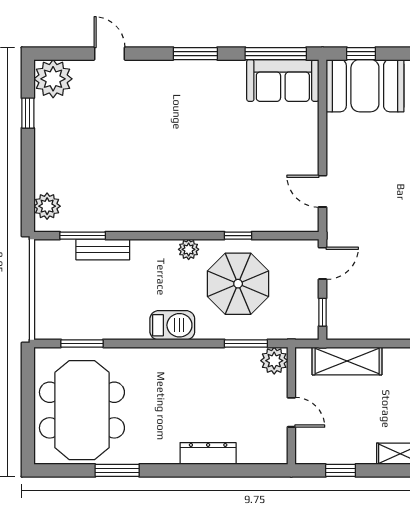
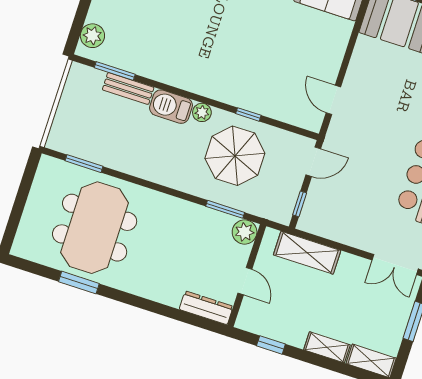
barbecue: (172, 325) -> (171, 107), moved, turned 180
meeting table: (82, 410) -> (95, 228), moved
dresser: (208, 453) -> (206, 308), moved

